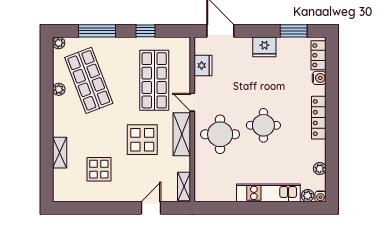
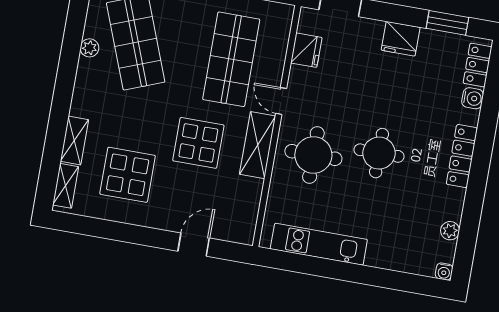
display table: (99, 169) -> (128, 175), width x1.36, depth x1.36
shelving: (184, 186) -> (66, 186), moved
kitchen unit: (268, 193) -> (319, 244), moved
plant: (308, 196) -> (425, 267), removed

